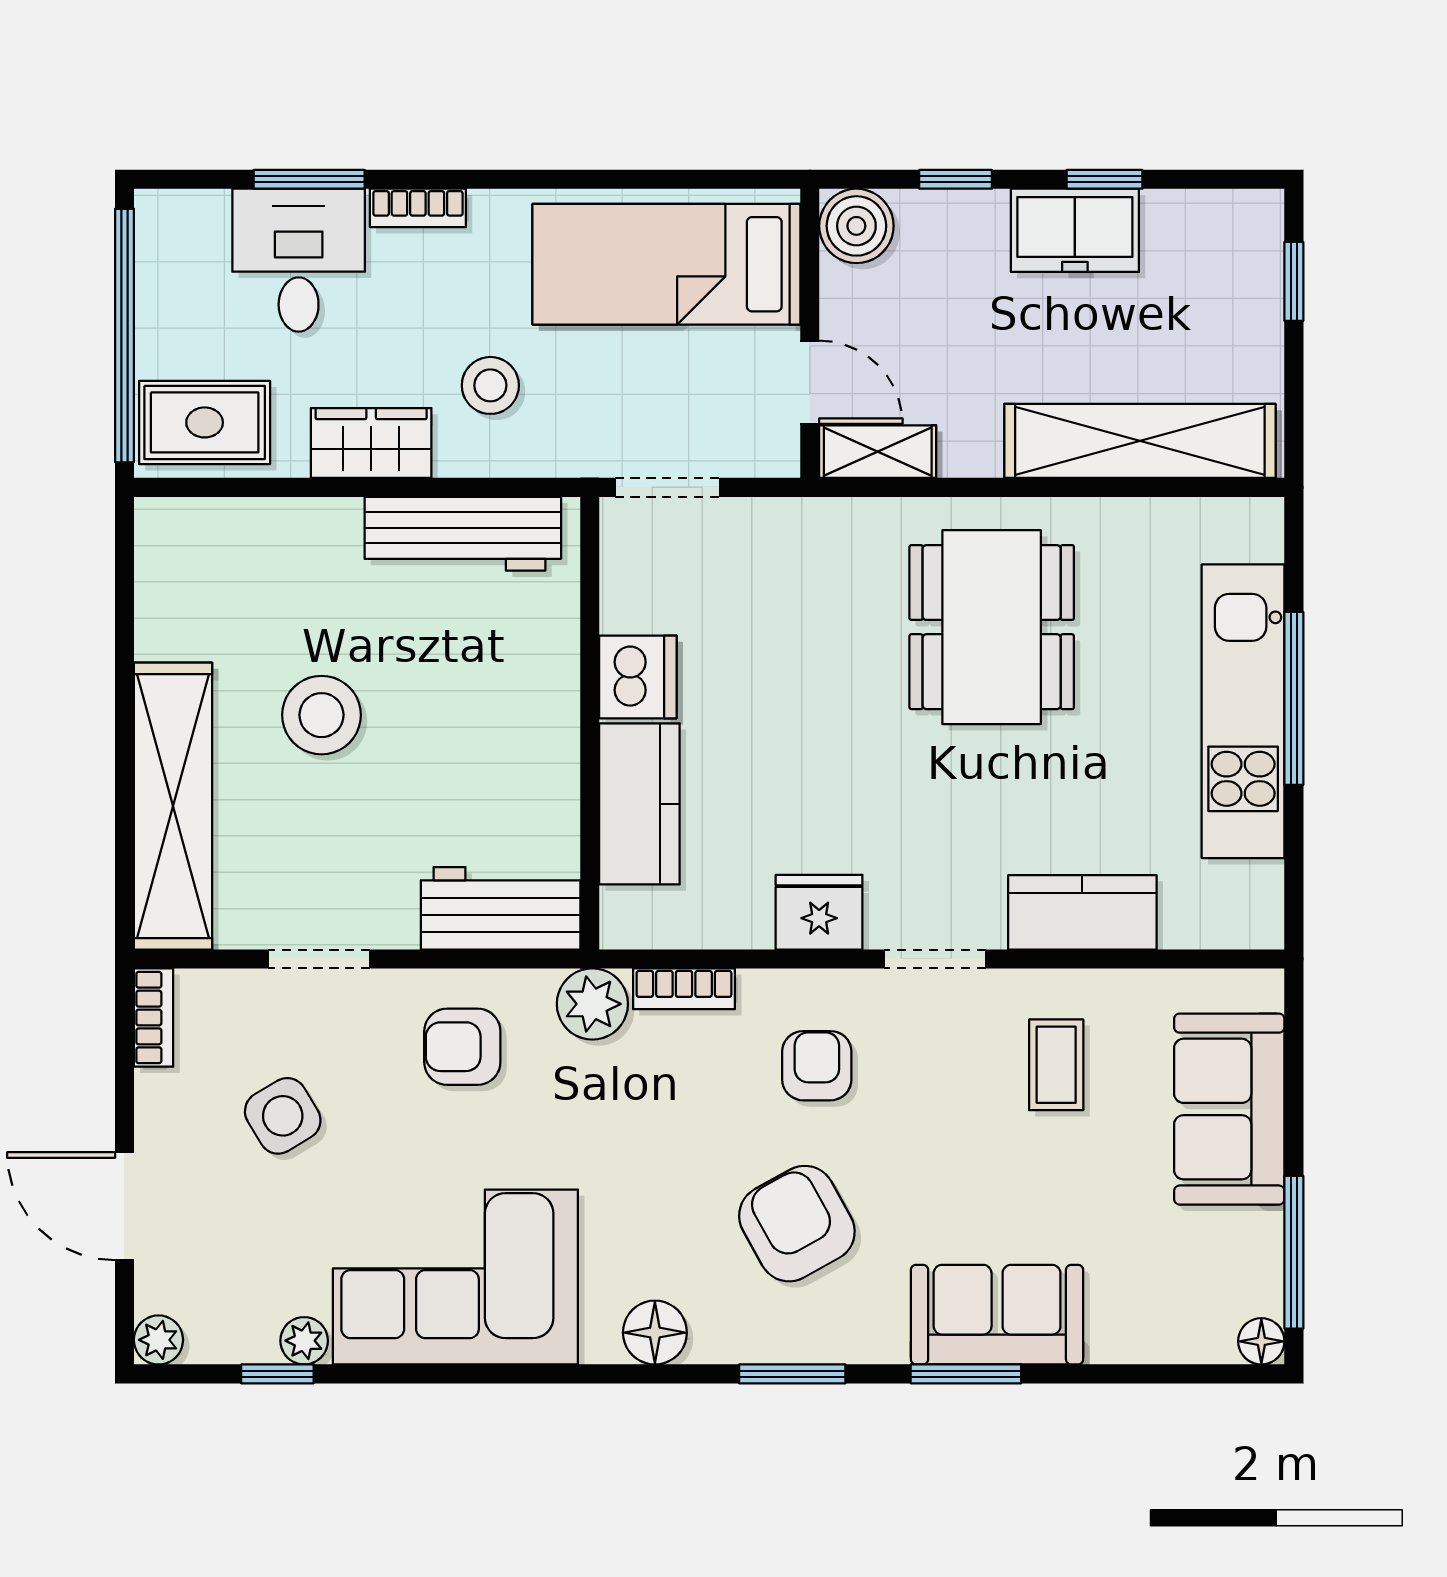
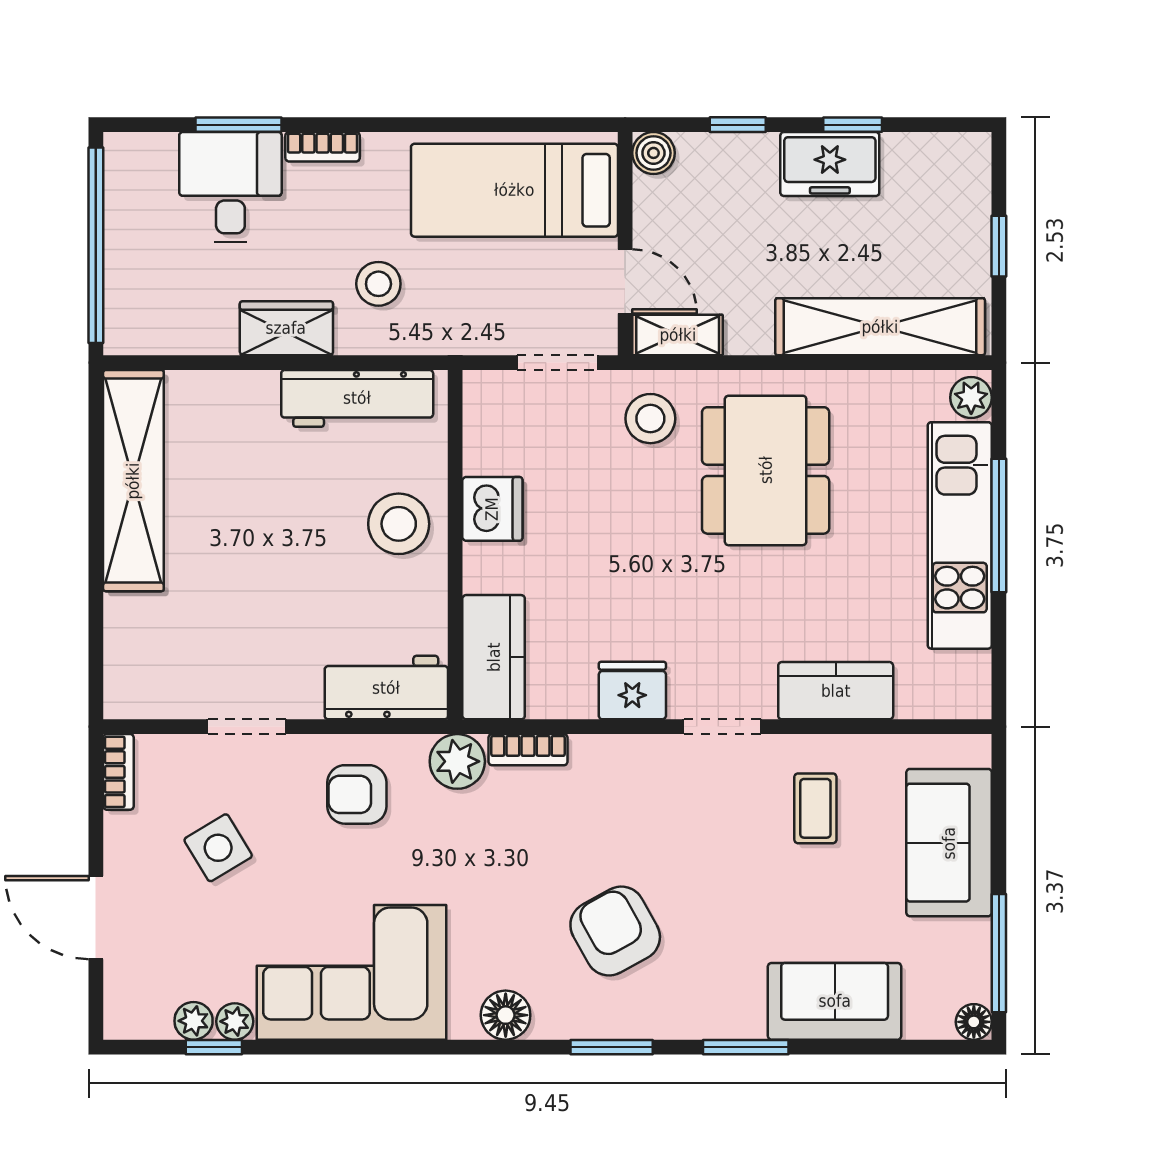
boiler: (856, 226) -> (653, 153), width x0.73, depth x0.73
window: (1294, 281) -> (999, 246), moved
rug: (205, 422) -> (158, 312), removed
doorway: (667, 487) -> (557, 363), moved
plant: (1258, 533) -> (971, 398), added
stool: (842, 560) -> (650, 419), added
stool: (321, 715) -> (399, 524), moved
kitchen counter: (639, 804) -> (494, 657), moved
shelving: (173, 806) -> (133, 481), moved
armchair: (817, 1066) -> (631, 809), removed
sofa: (997, 1315) -> (835, 1001), moved
plant: (158, 1340) -> (194, 1021), moved

